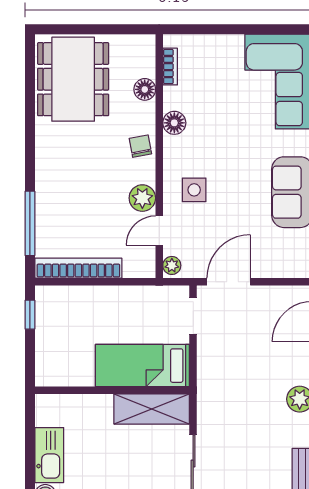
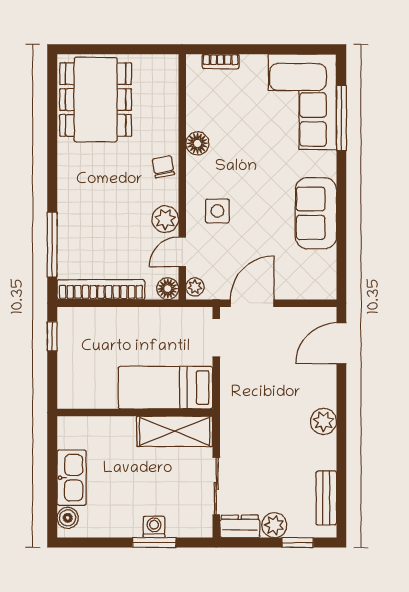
bookcase: (170, 67) -> (221, 61), moved, turned 90
floor lamp: (145, 89) -> (168, 289), moved

